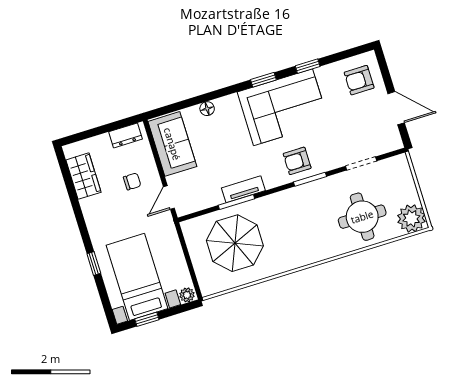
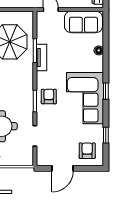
window: (308, 66) -> (106, 135), moved

